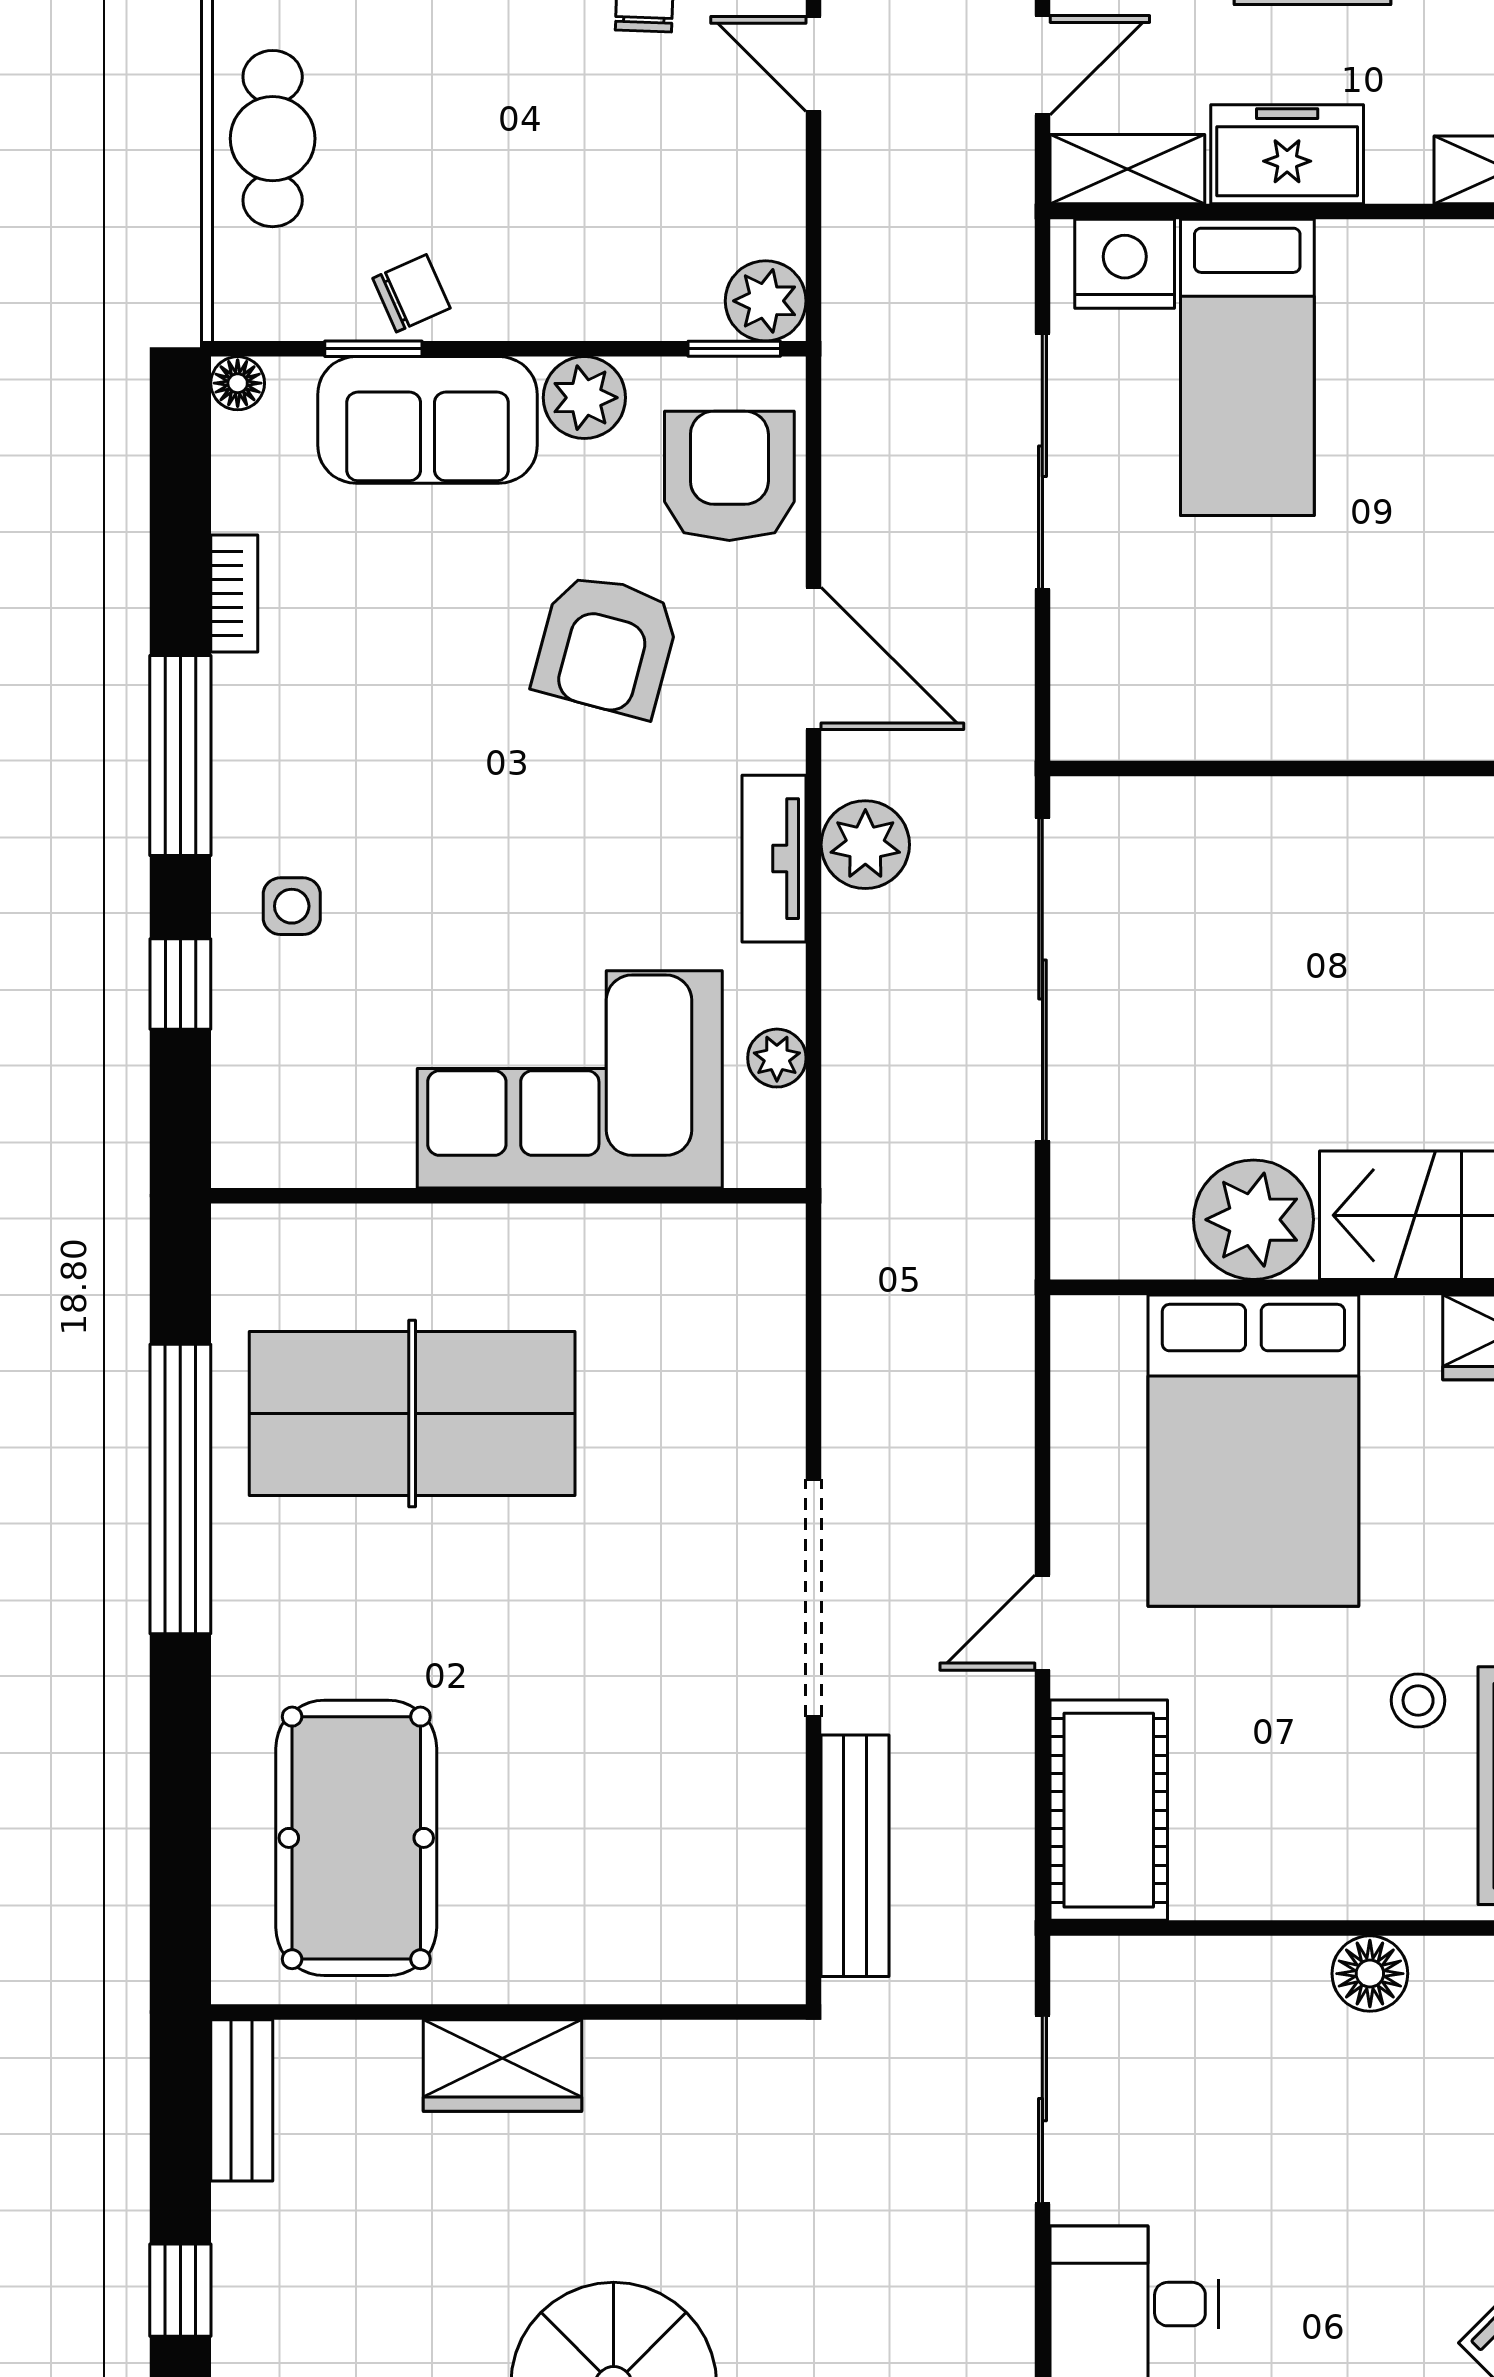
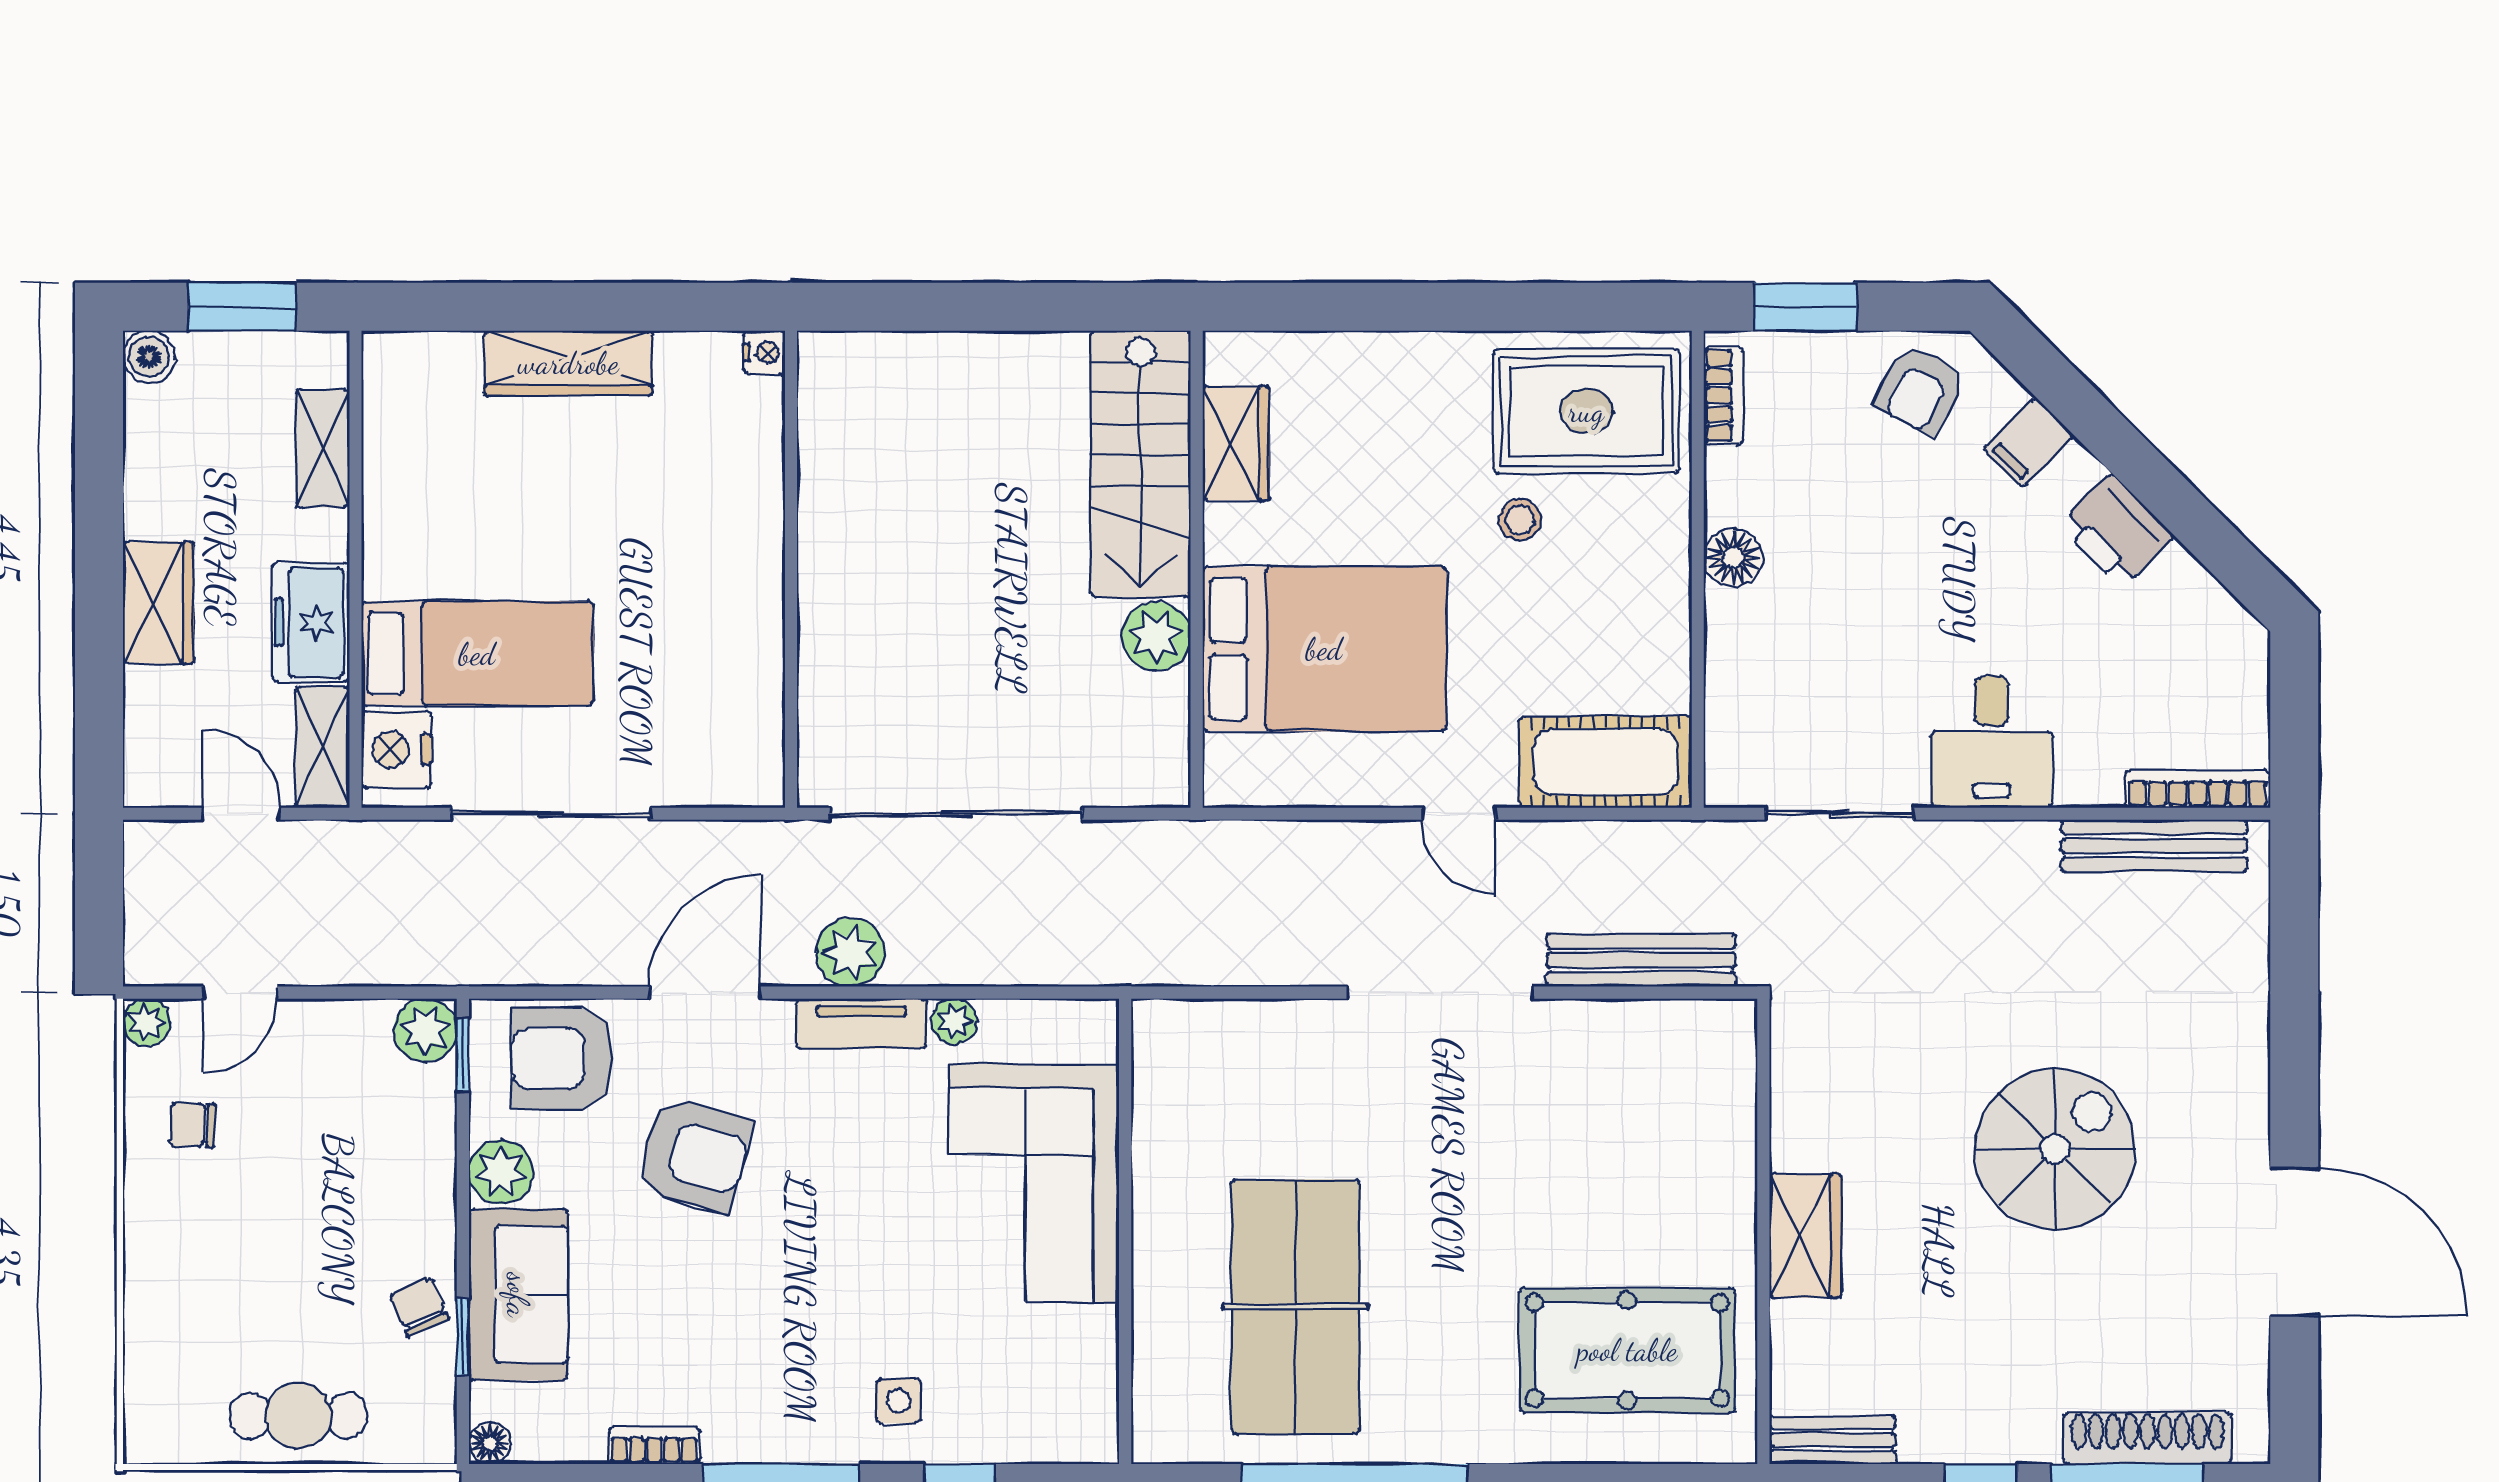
plant: (777, 1058) -> (954, 1021), moved
plant: (1254, 1220) -> (1156, 636), width x0.73, depth x0.73

